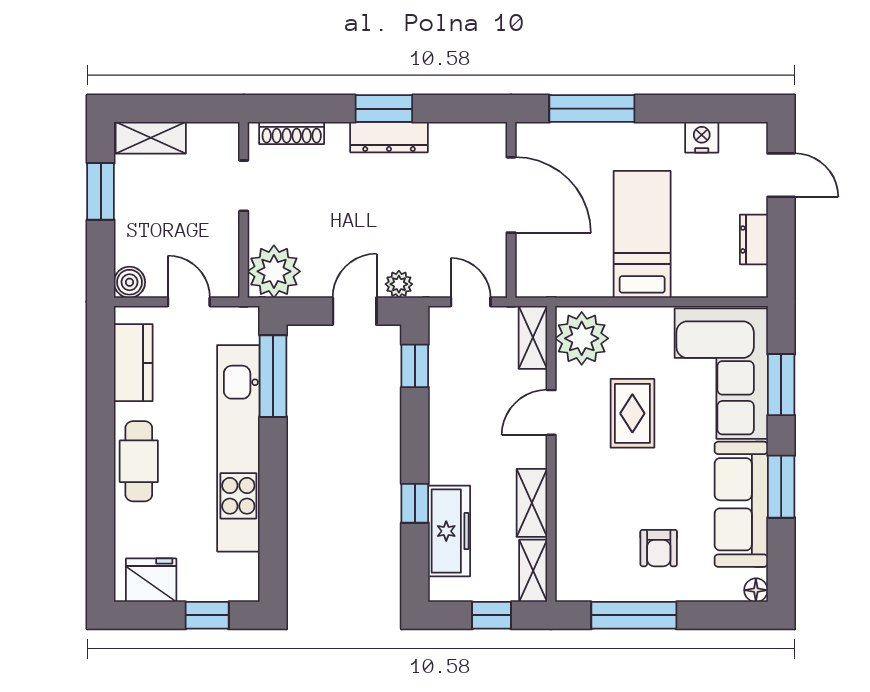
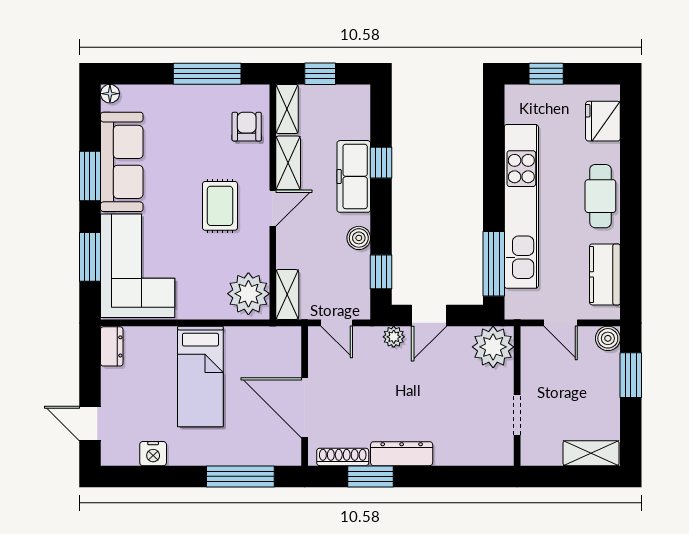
window: (384, 109) -> (371, 476), moved
shoe rack: (292, 133) -> (343, 457), moved
window: (101, 191) -> (631, 375), moved
dresser: (754, 239) -> (112, 346), moved
boiler: (443, 409) -> (359, 238), added
door: (551, 412) -> (273, 208), moved
rug: (632, 413) -> (220, 206), moved
freezer: (449, 531) -> (354, 176), moved
armchair: (659, 548) -> (247, 127), moved
fridge: (151, 580) -> (603, 121), moved, turned 90

